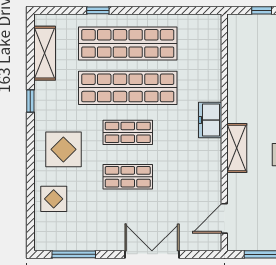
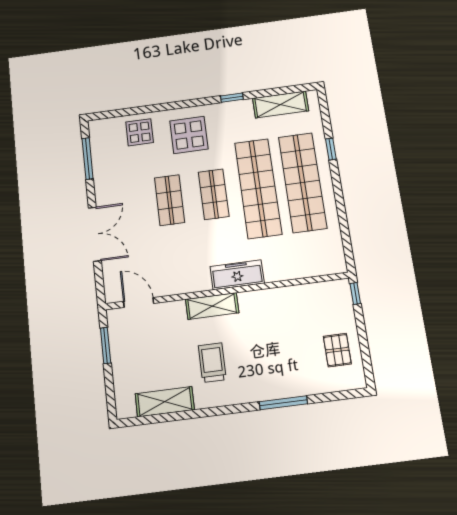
window: (262, 10) -> (355, 294), moved
freezer: (210, 120) -> (237, 275), width x1.40

